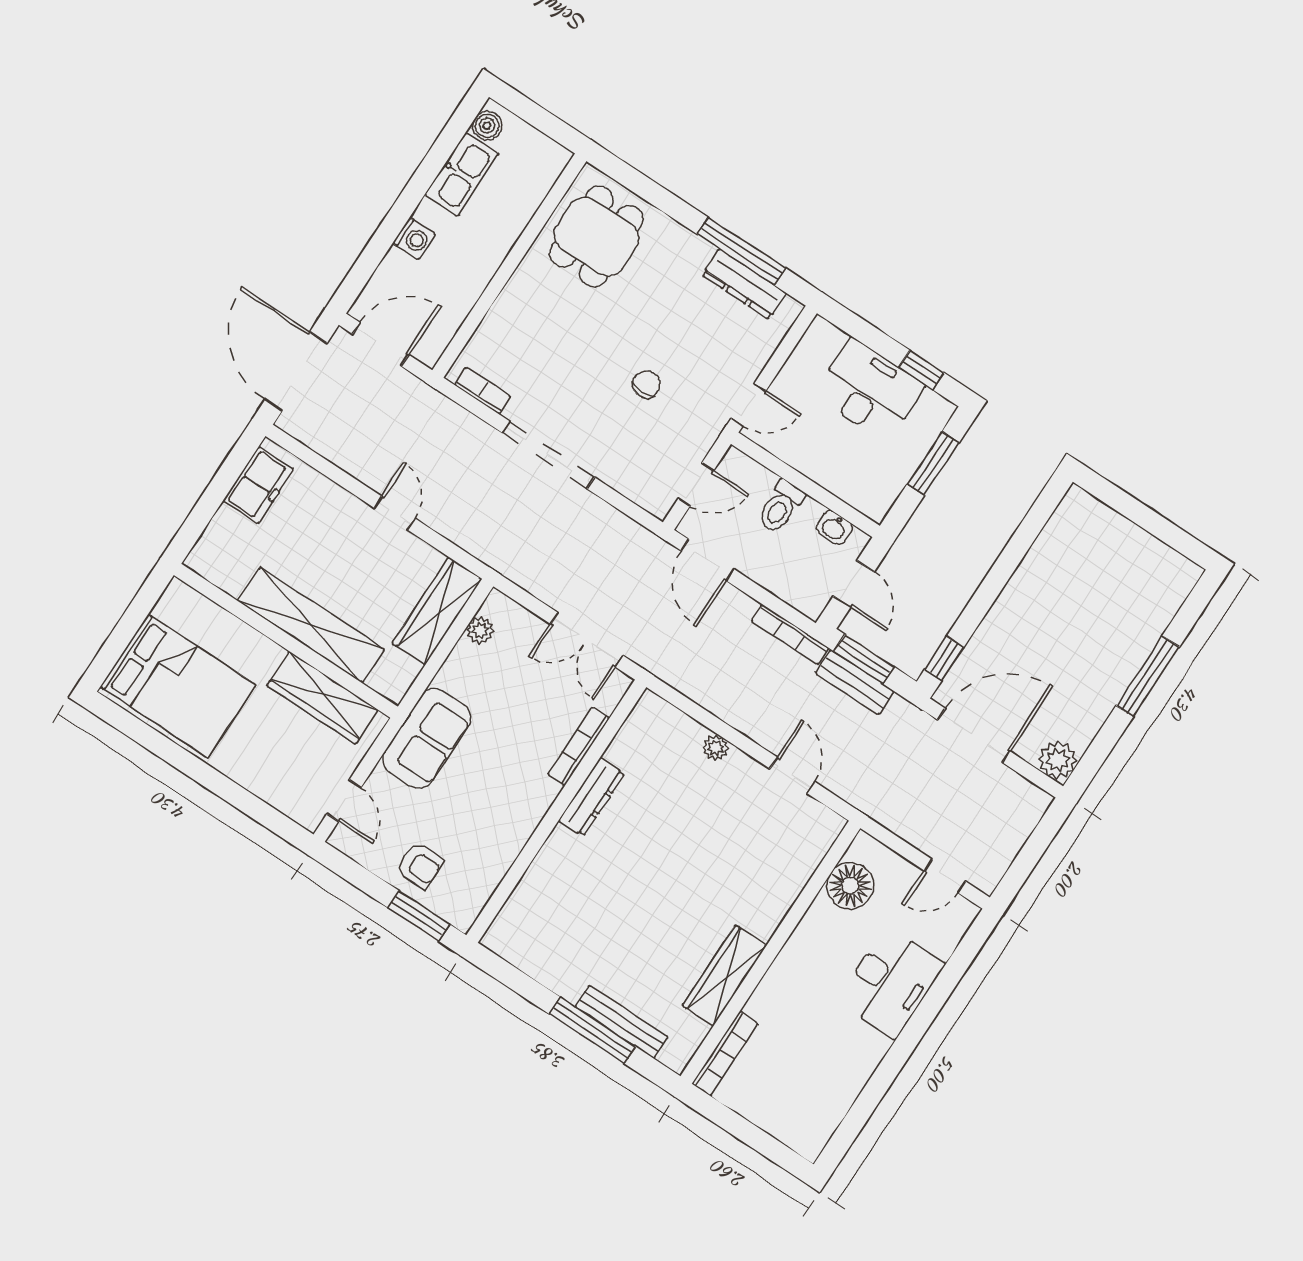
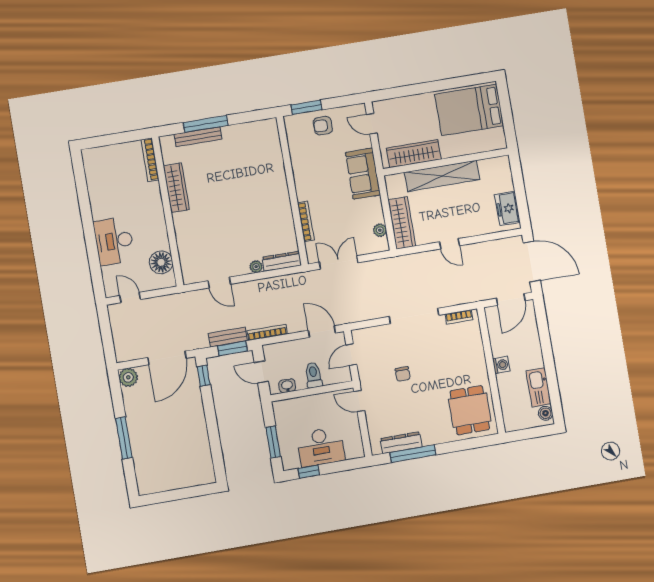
washing machine: (414, 239) -> (501, 365), moved, turned 180
door: (749, 405) -> (359, 401), hinge flipped
dresser: (592, 797) -> (282, 261), moved, turned 90
door: (945, 876) -> (130, 298), hinge flipped

